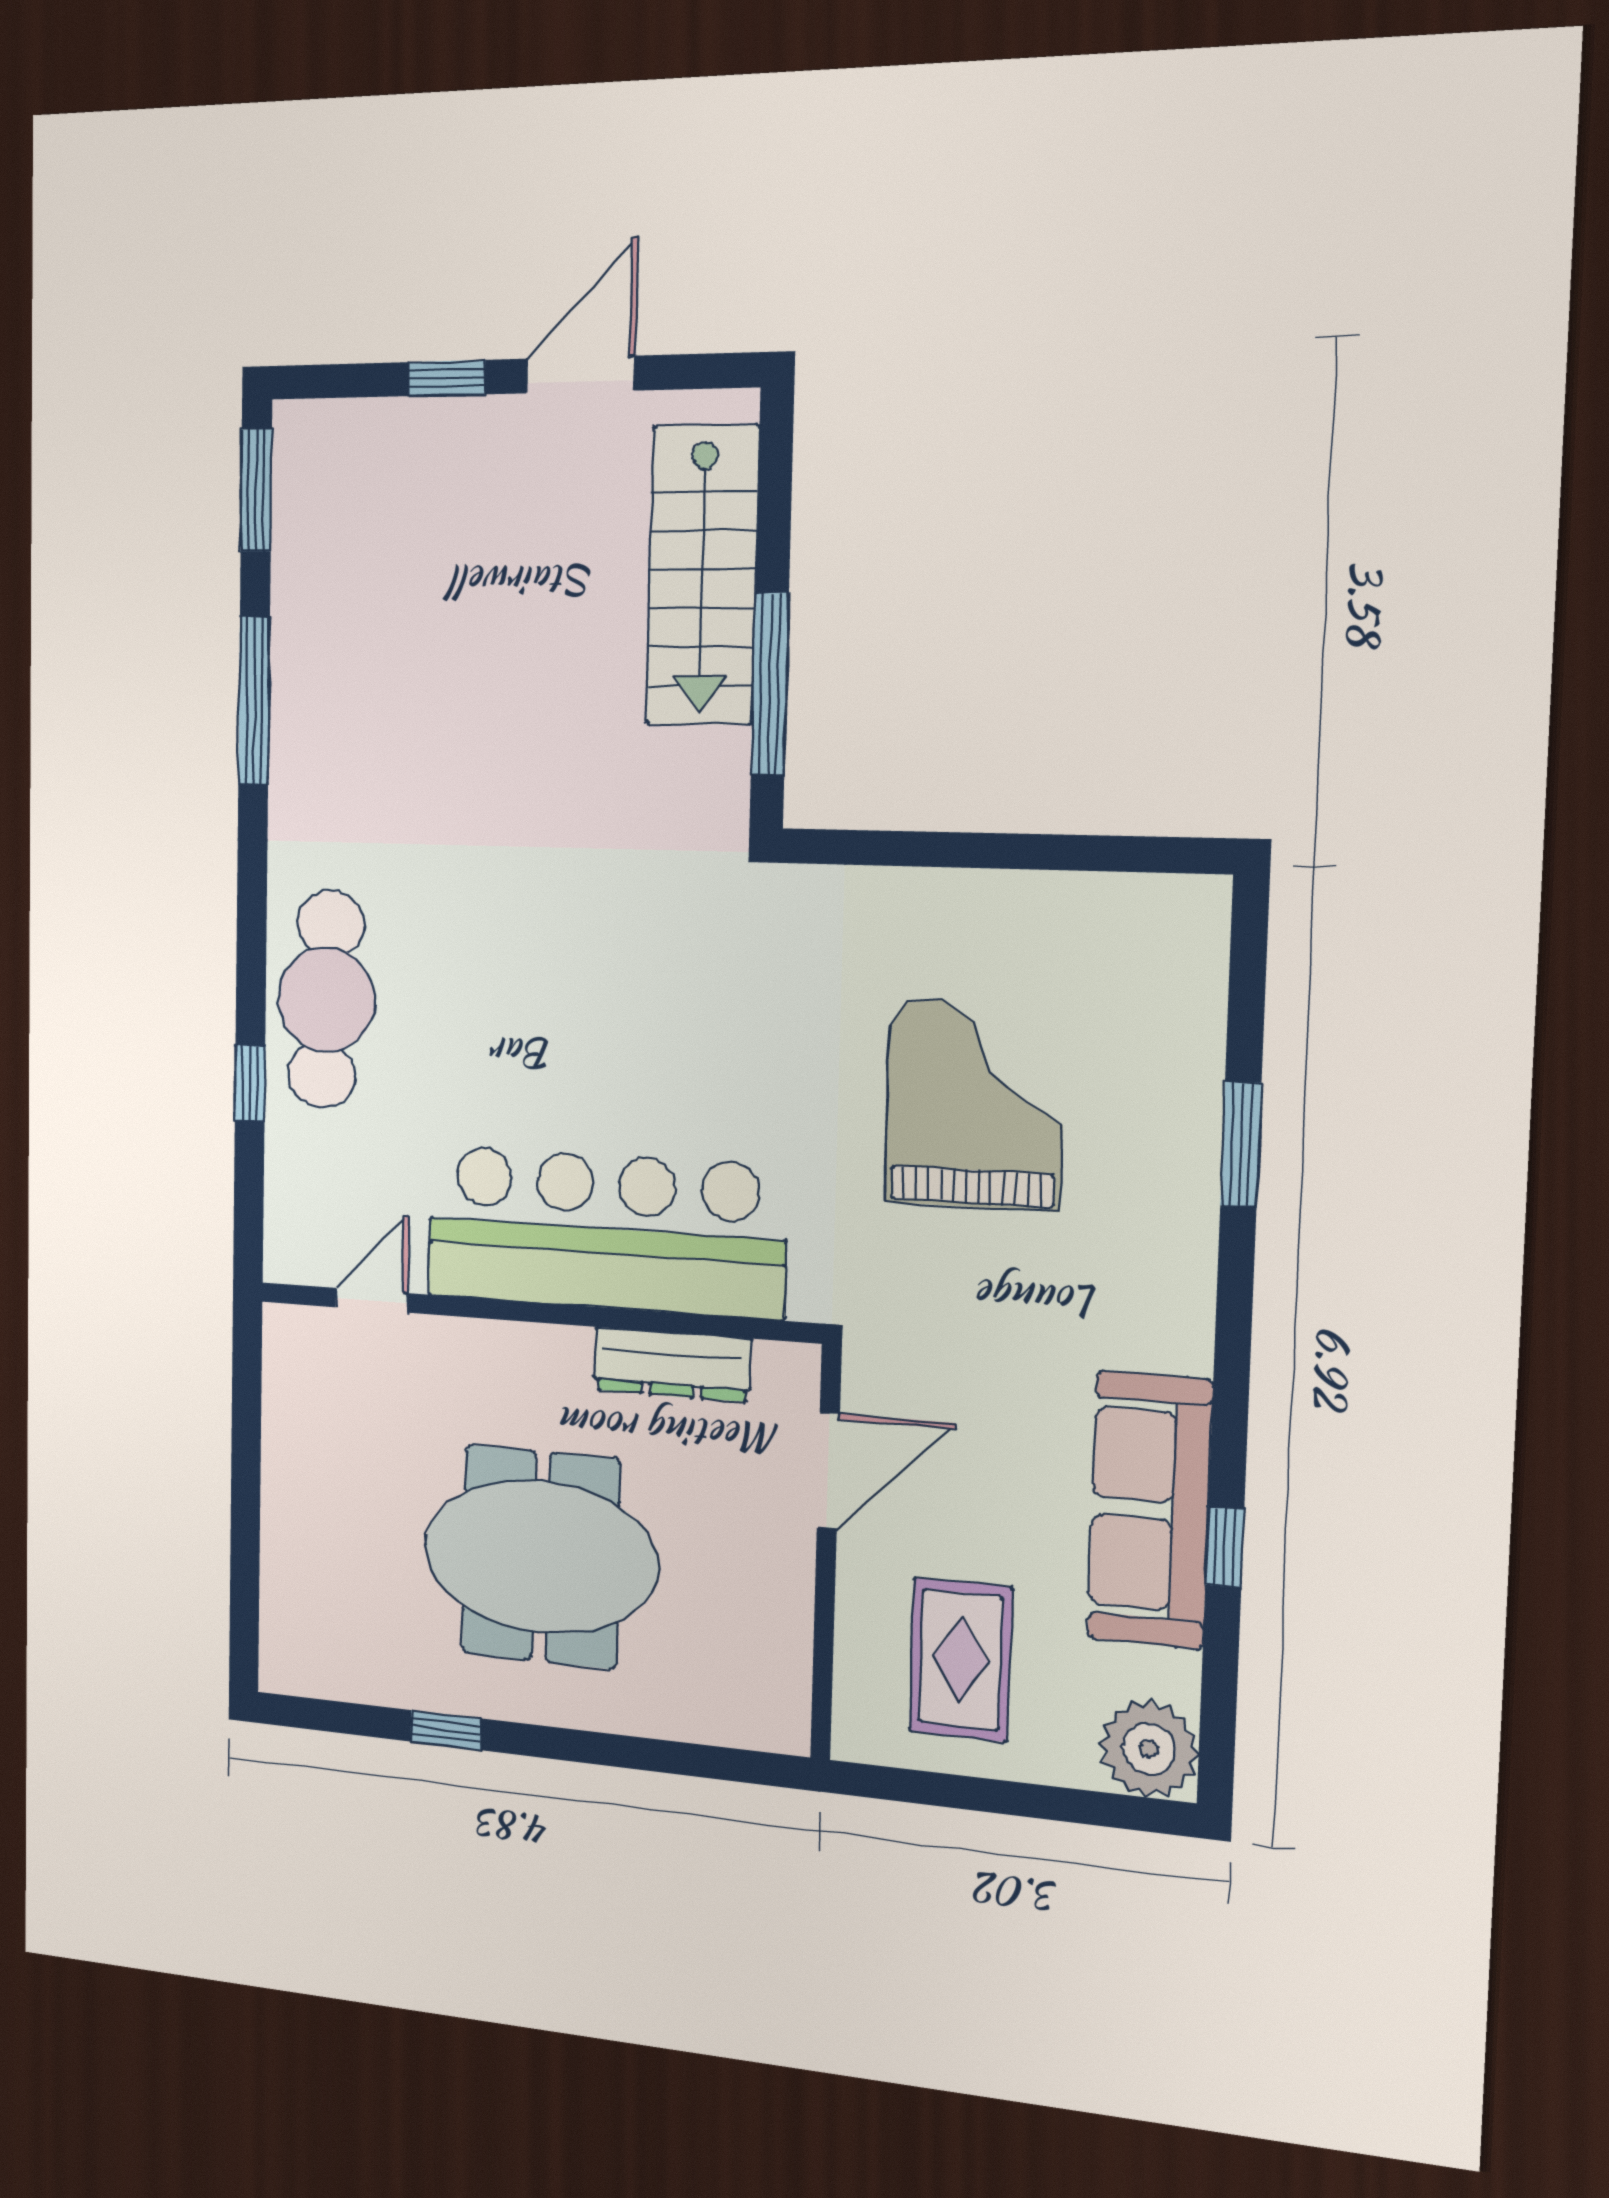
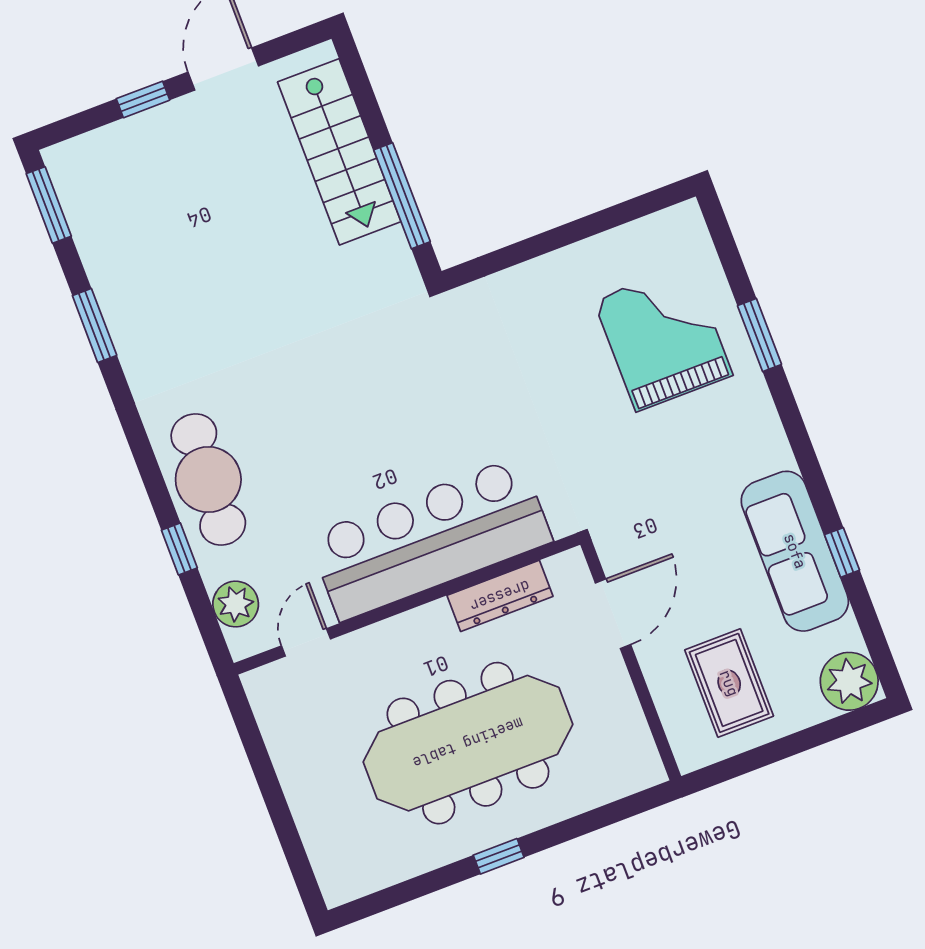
window: (254, 700) -> (95, 325), width x0.69
grand piano: (974, 1104) -> (663, 338), moved
plant: (297, 1199) -> (236, 604), added
meeting table: (541, 1557) -> (468, 743), width x1.36
window: (446, 1730) -> (499, 856), moved

